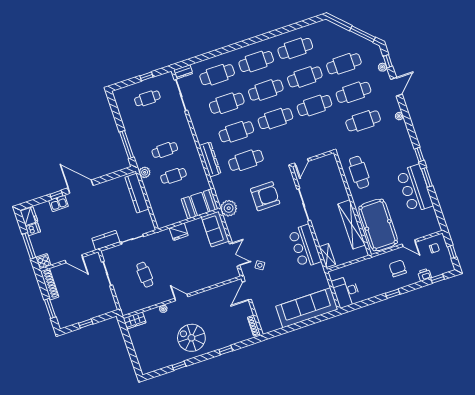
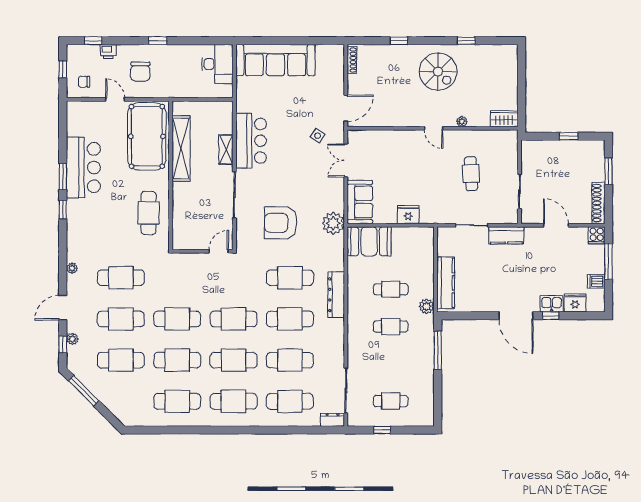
fridge: (29, 216) -> (575, 303), moved, turned 90
shelving: (327, 256) -> (226, 150), moved

